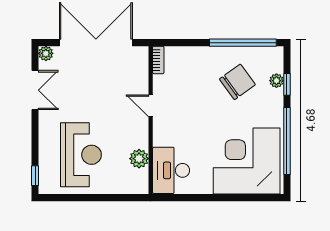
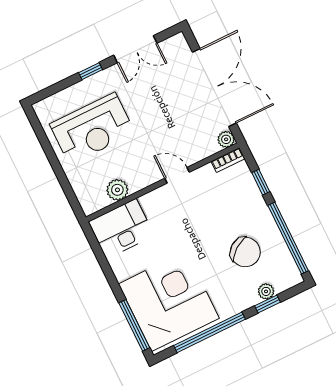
window: (188, 43) -> (261, 182), added
plant: (46, 53) -> (226, 139), moved
door: (151, 106) -> (177, 175), hinge flipped
window: (35, 176) -> (91, 71), moved
window: (252, 198) -> (134, 325), added

